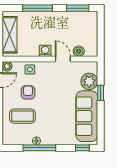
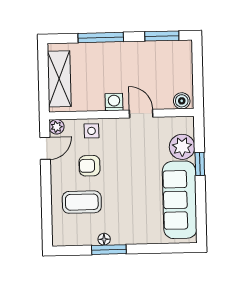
boiler: (79, 51) -> (182, 101), moved
armchair: (28, 92) -> (89, 166), turned -90
window: (39, 148) -> (109, 250), width x0.69
window: (82, 148) -> (174, 248), removed

